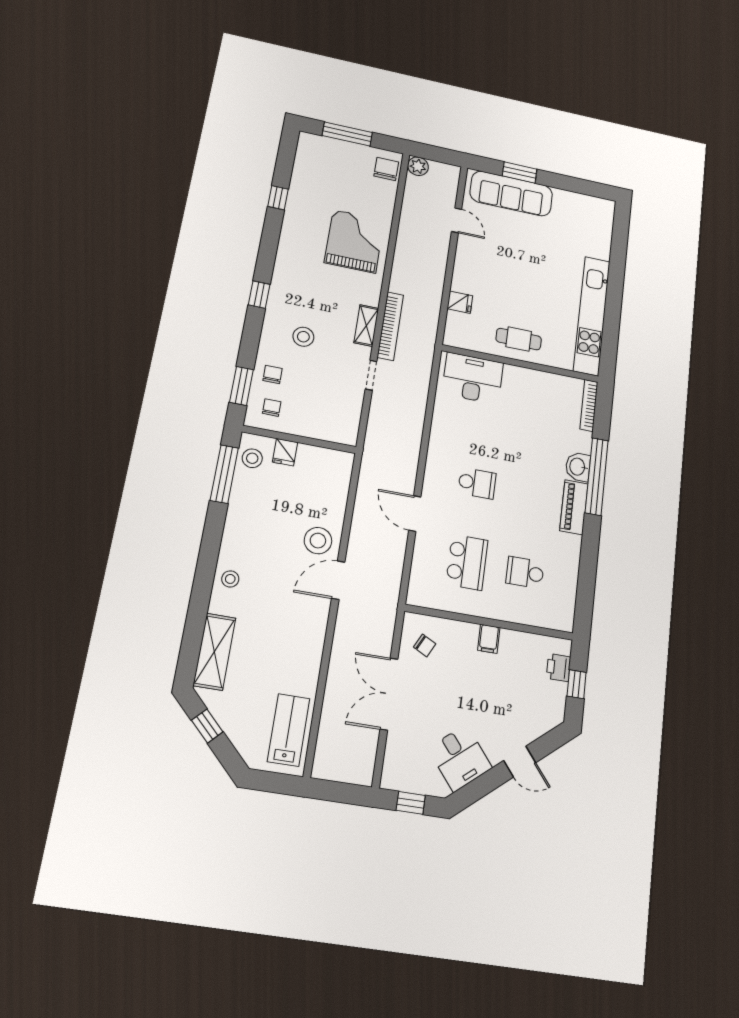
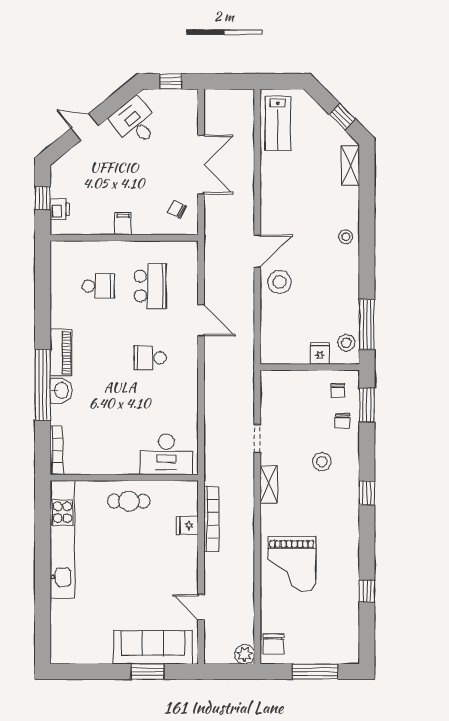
bookcase: (390, 326) -> (211, 519), moved, turned 180
school desk: (467, 562) -> (150, 286), turned 180
shelving: (215, 652) -> (350, 166), width x0.67, depth x0.75

